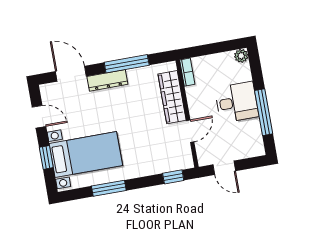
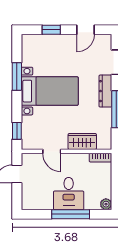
wardrobe: (172, 97) -> (82, 141), width x0.67
window: (264, 112) -> (71, 214), moved
bed with nightstands: (86, 154) -> (50, 91), moved, turned -90

